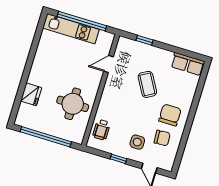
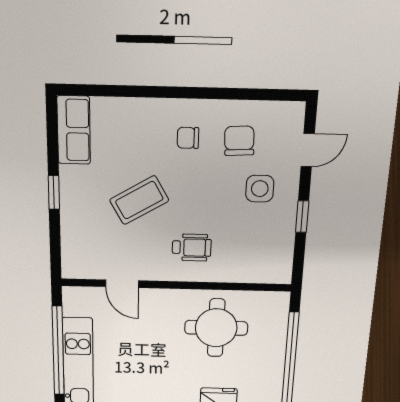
window: (144, 40) -> (54, 192), moved
chair: (170, 115) -> (188, 138), width x0.54, depth x0.54
wheelchair: (101, 130) -> (192, 247), moved

